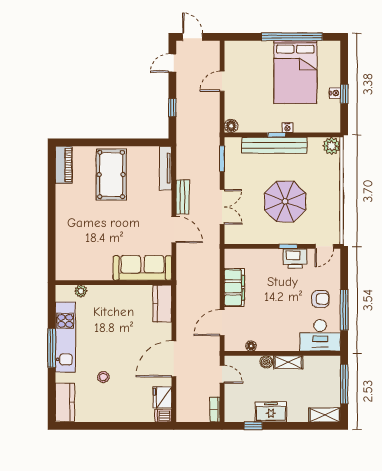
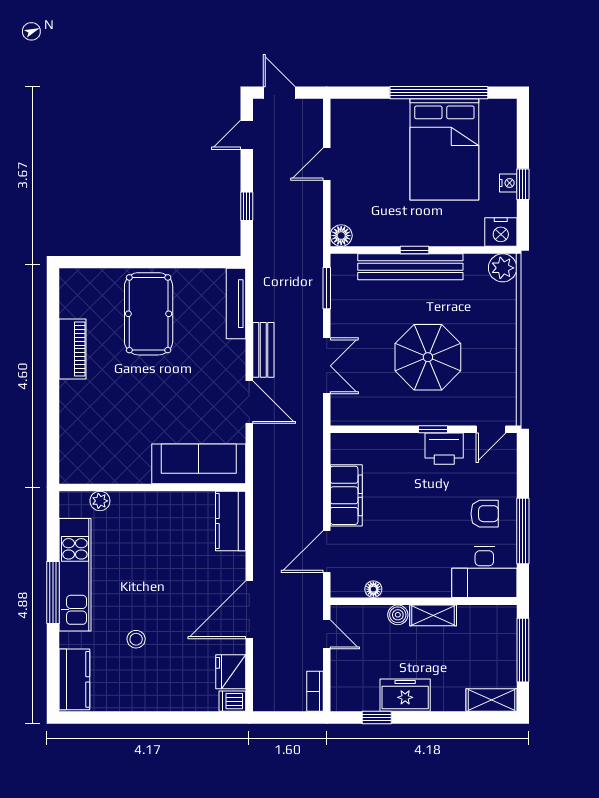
nightstand: (287, 128) -> (501, 232), moved, width x1.89, depth x1.79
piano: (64, 165) -> (73, 349), moved

